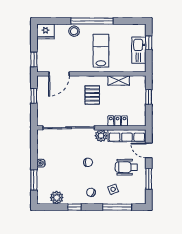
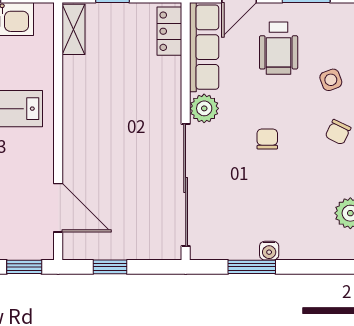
shelving: (119, 80) -> (74, 29), moved
pallet: (92, 95) -> (108, 129), removed
locker: (118, 121) -> (169, 31), moved
window: (34, 180) -> (252, 267), moved

